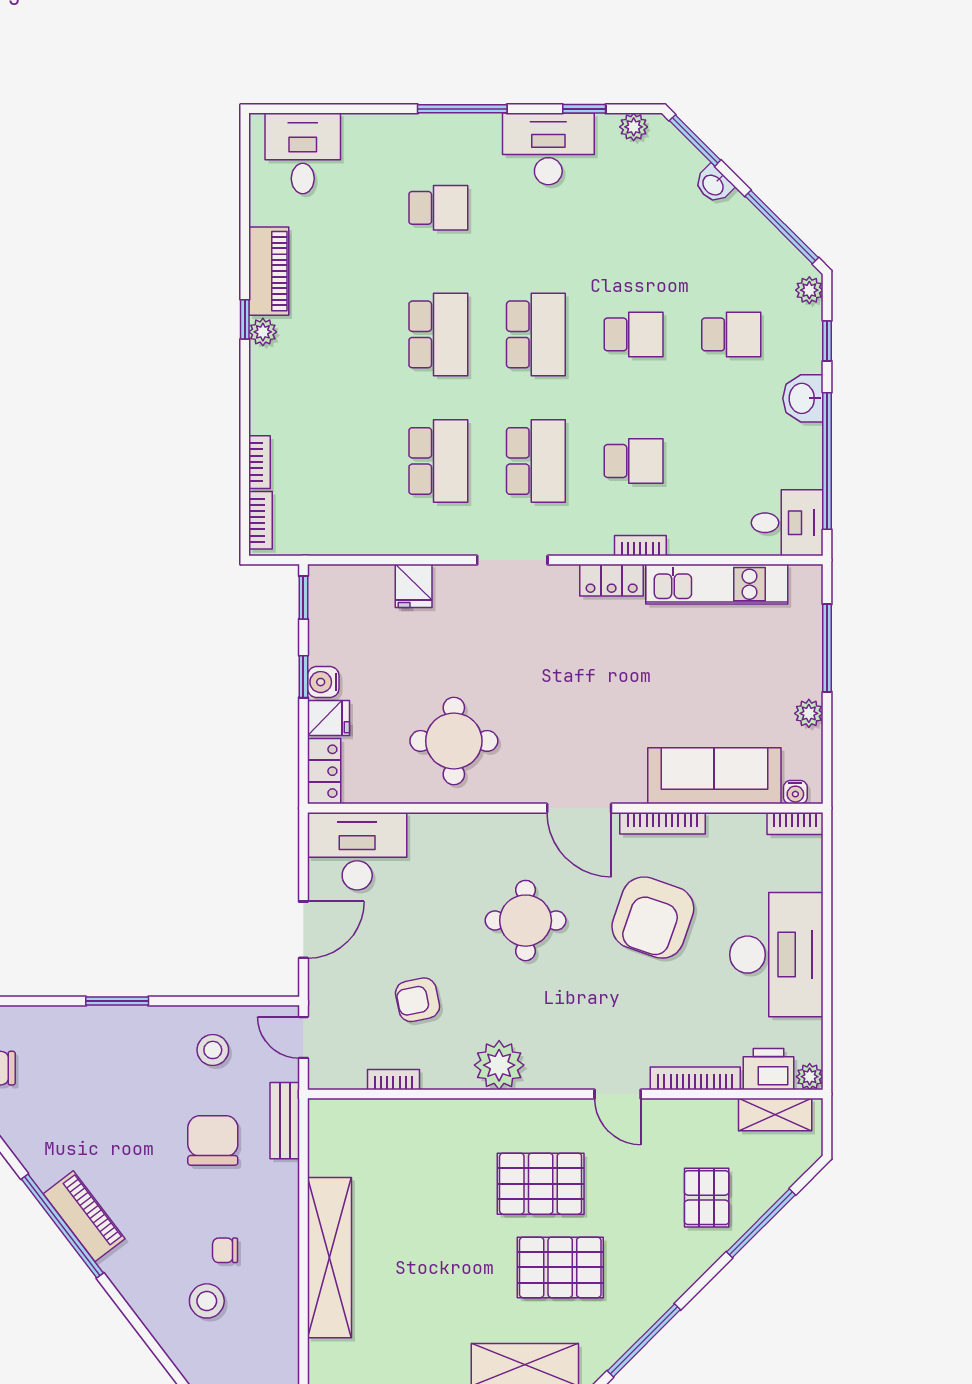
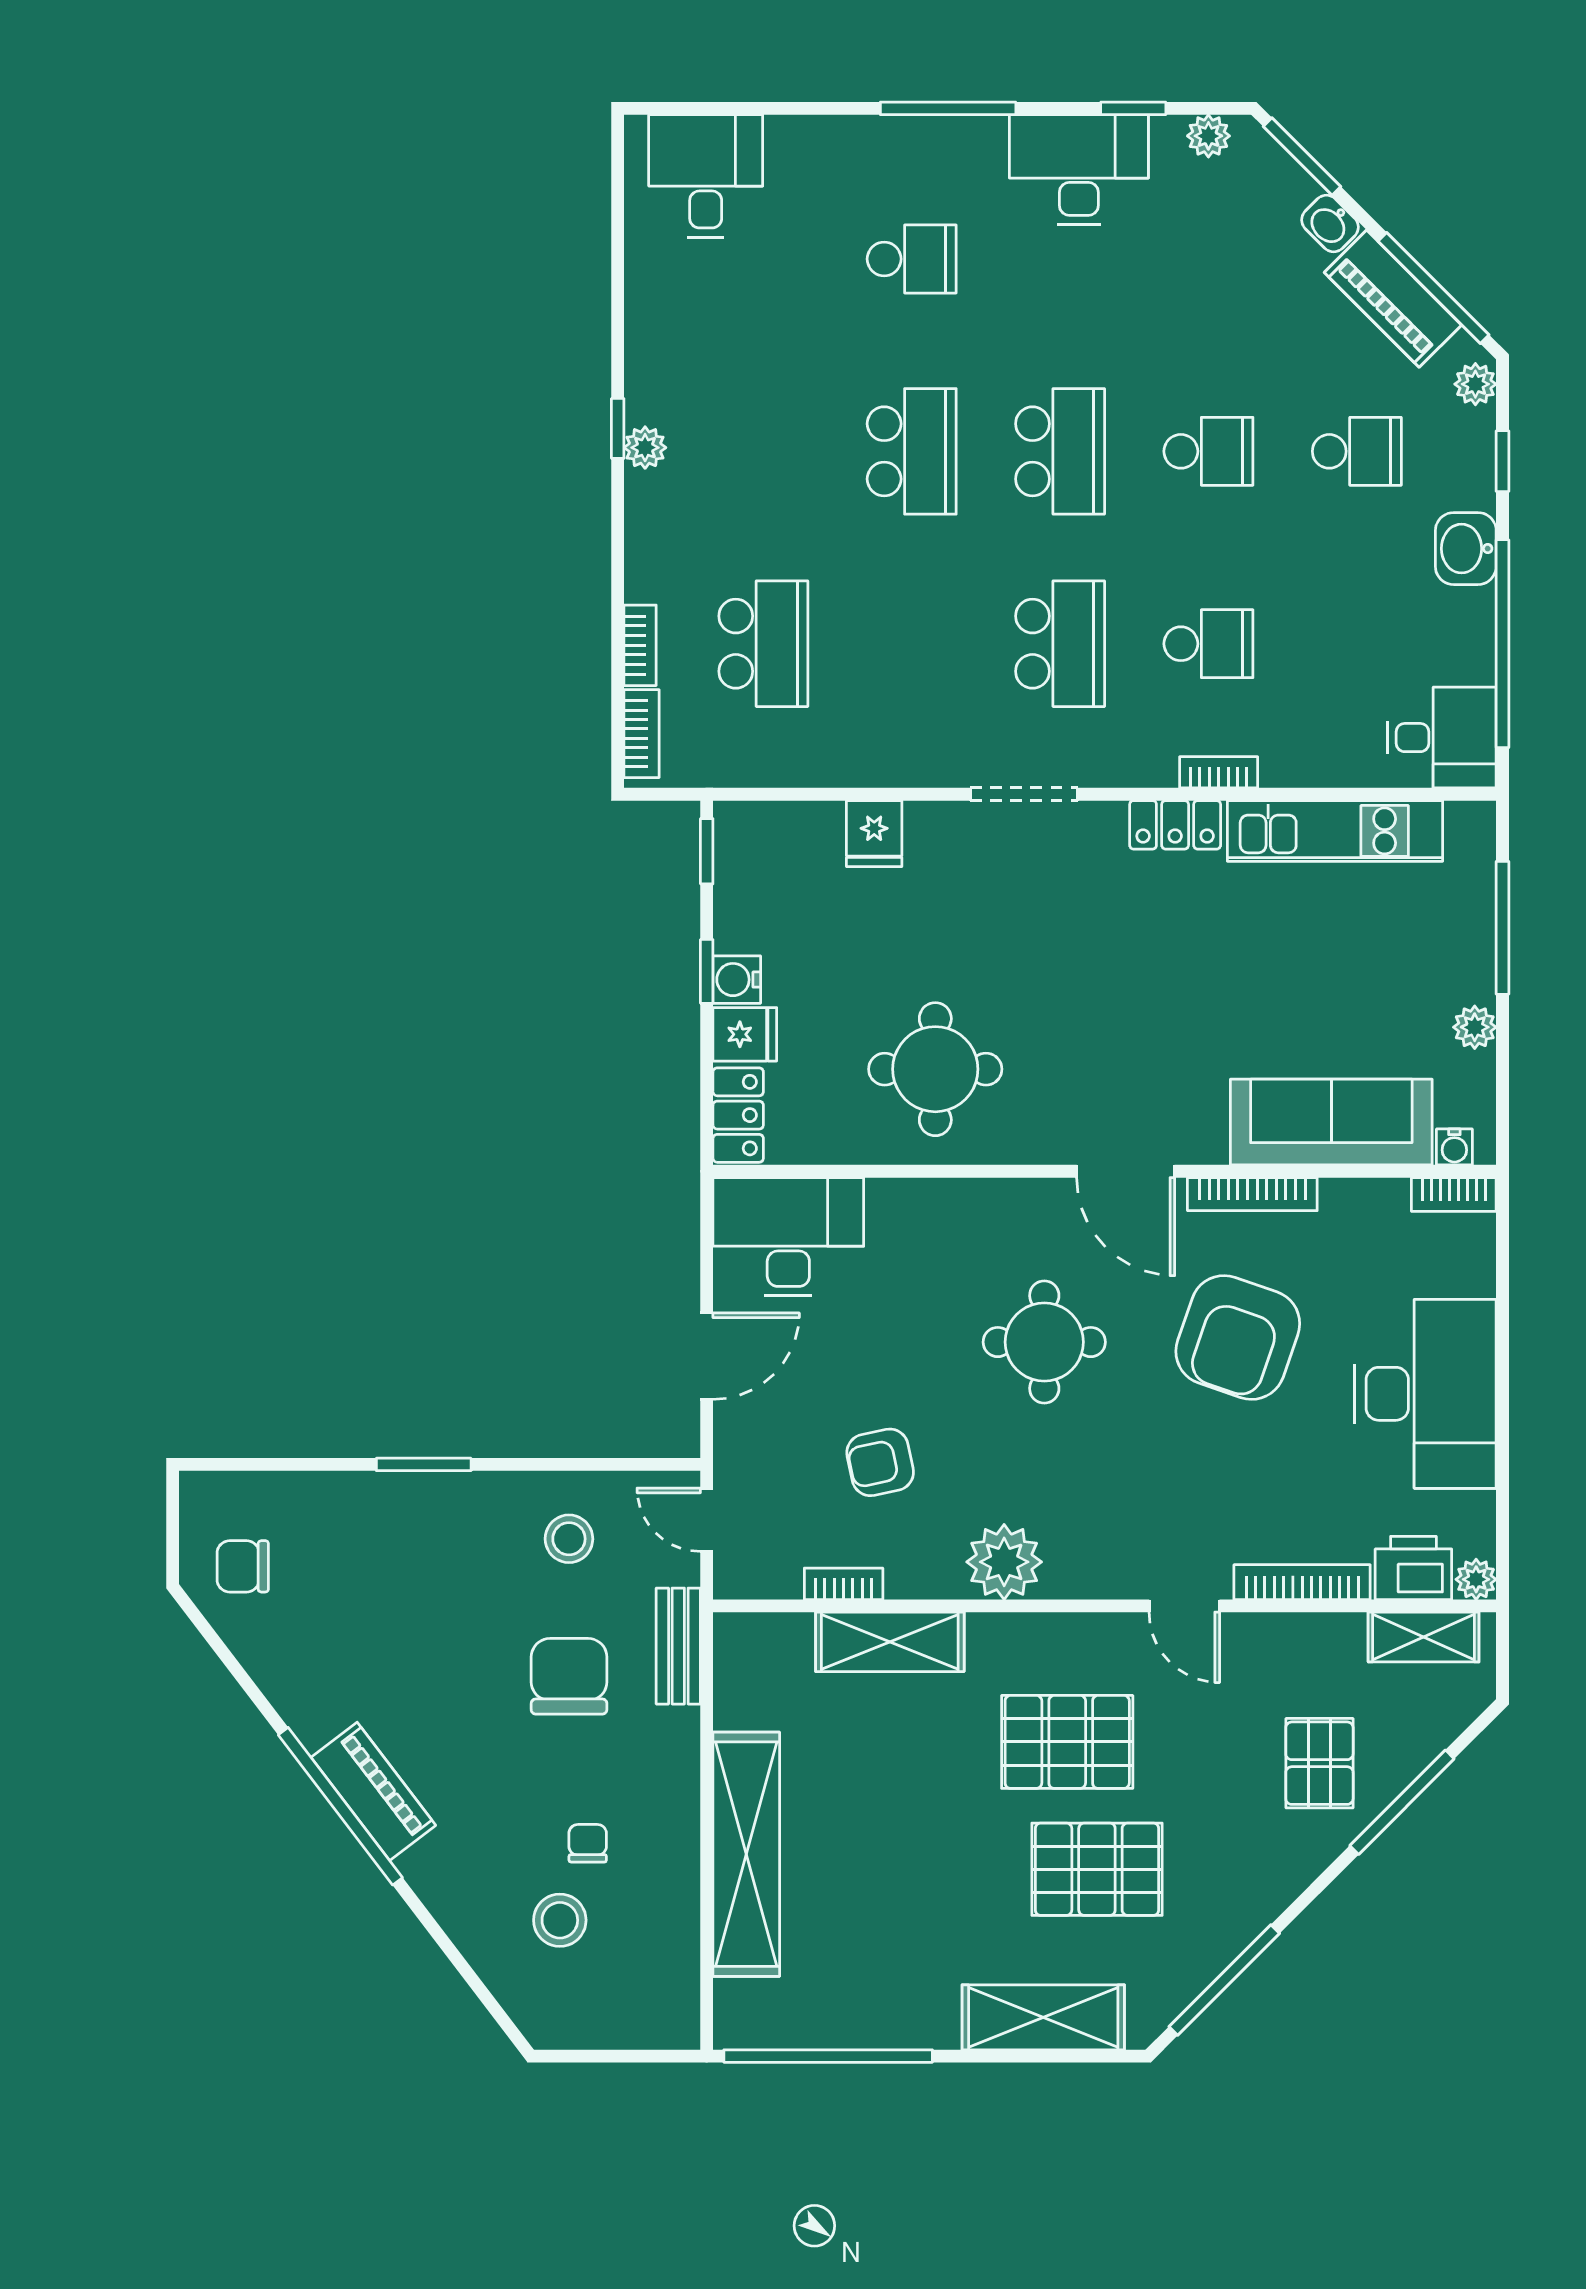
piano: (269, 271) -> (1393, 299), moved, turned 135
school desk: (438, 461) -> (763, 644), moved
shelving: (424, 1118) -> (890, 1642), added
chair: (225, 1250) -> (588, 1843), turned 90

